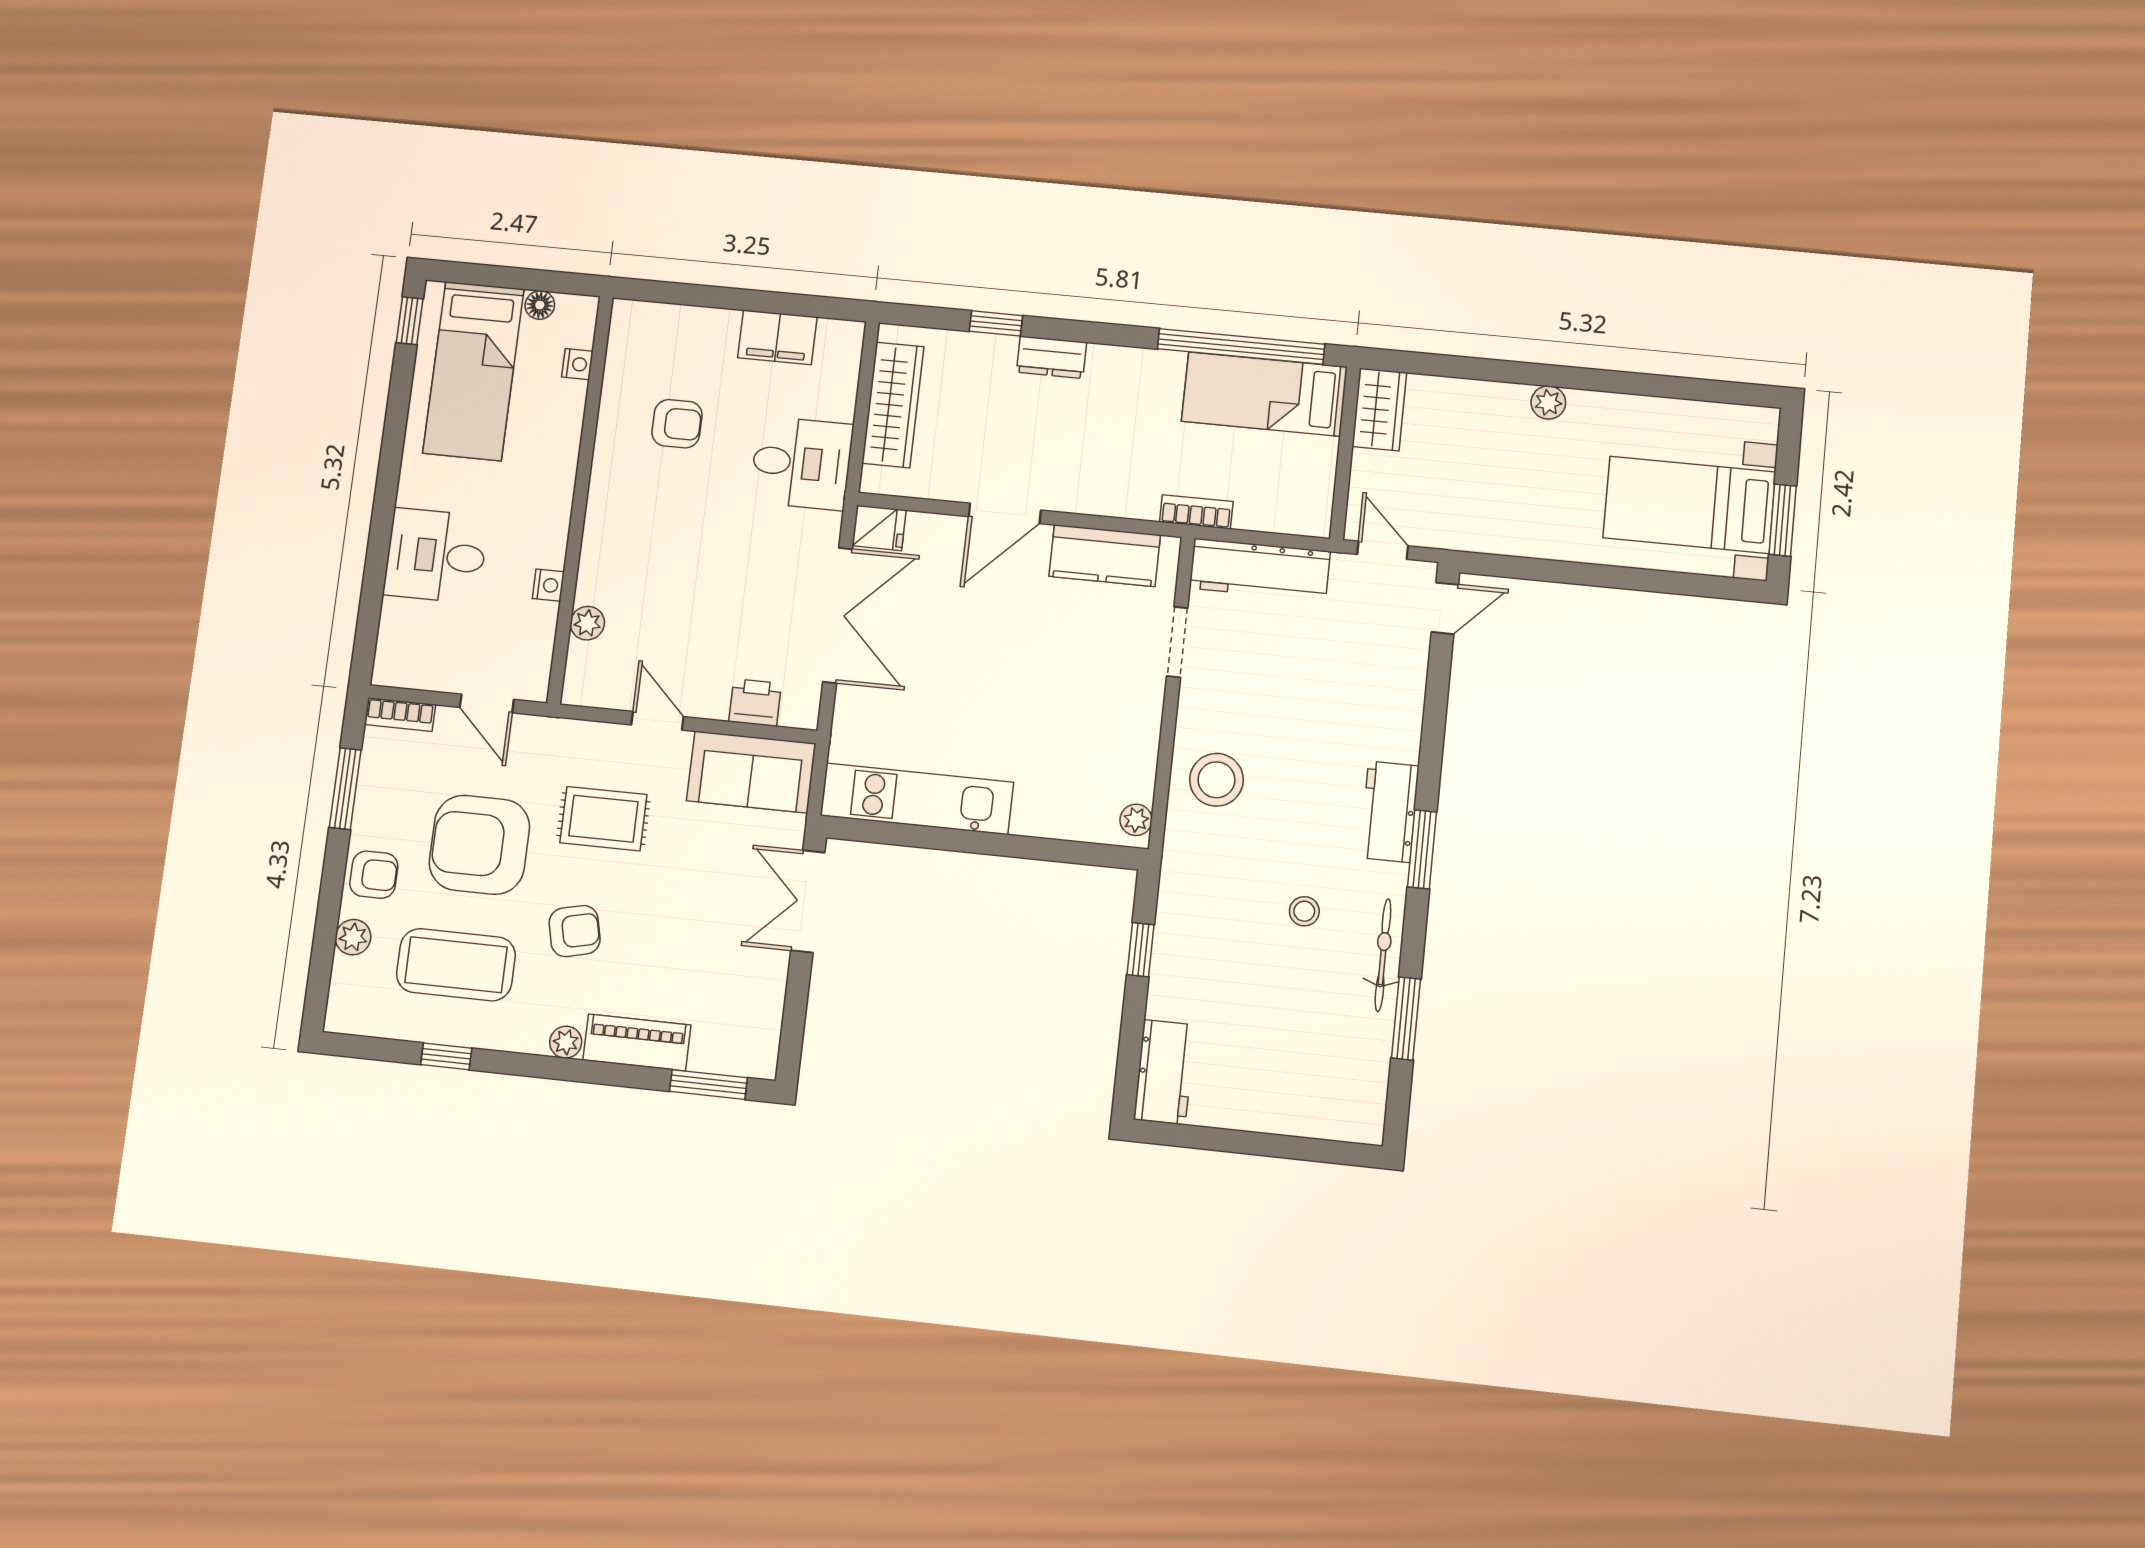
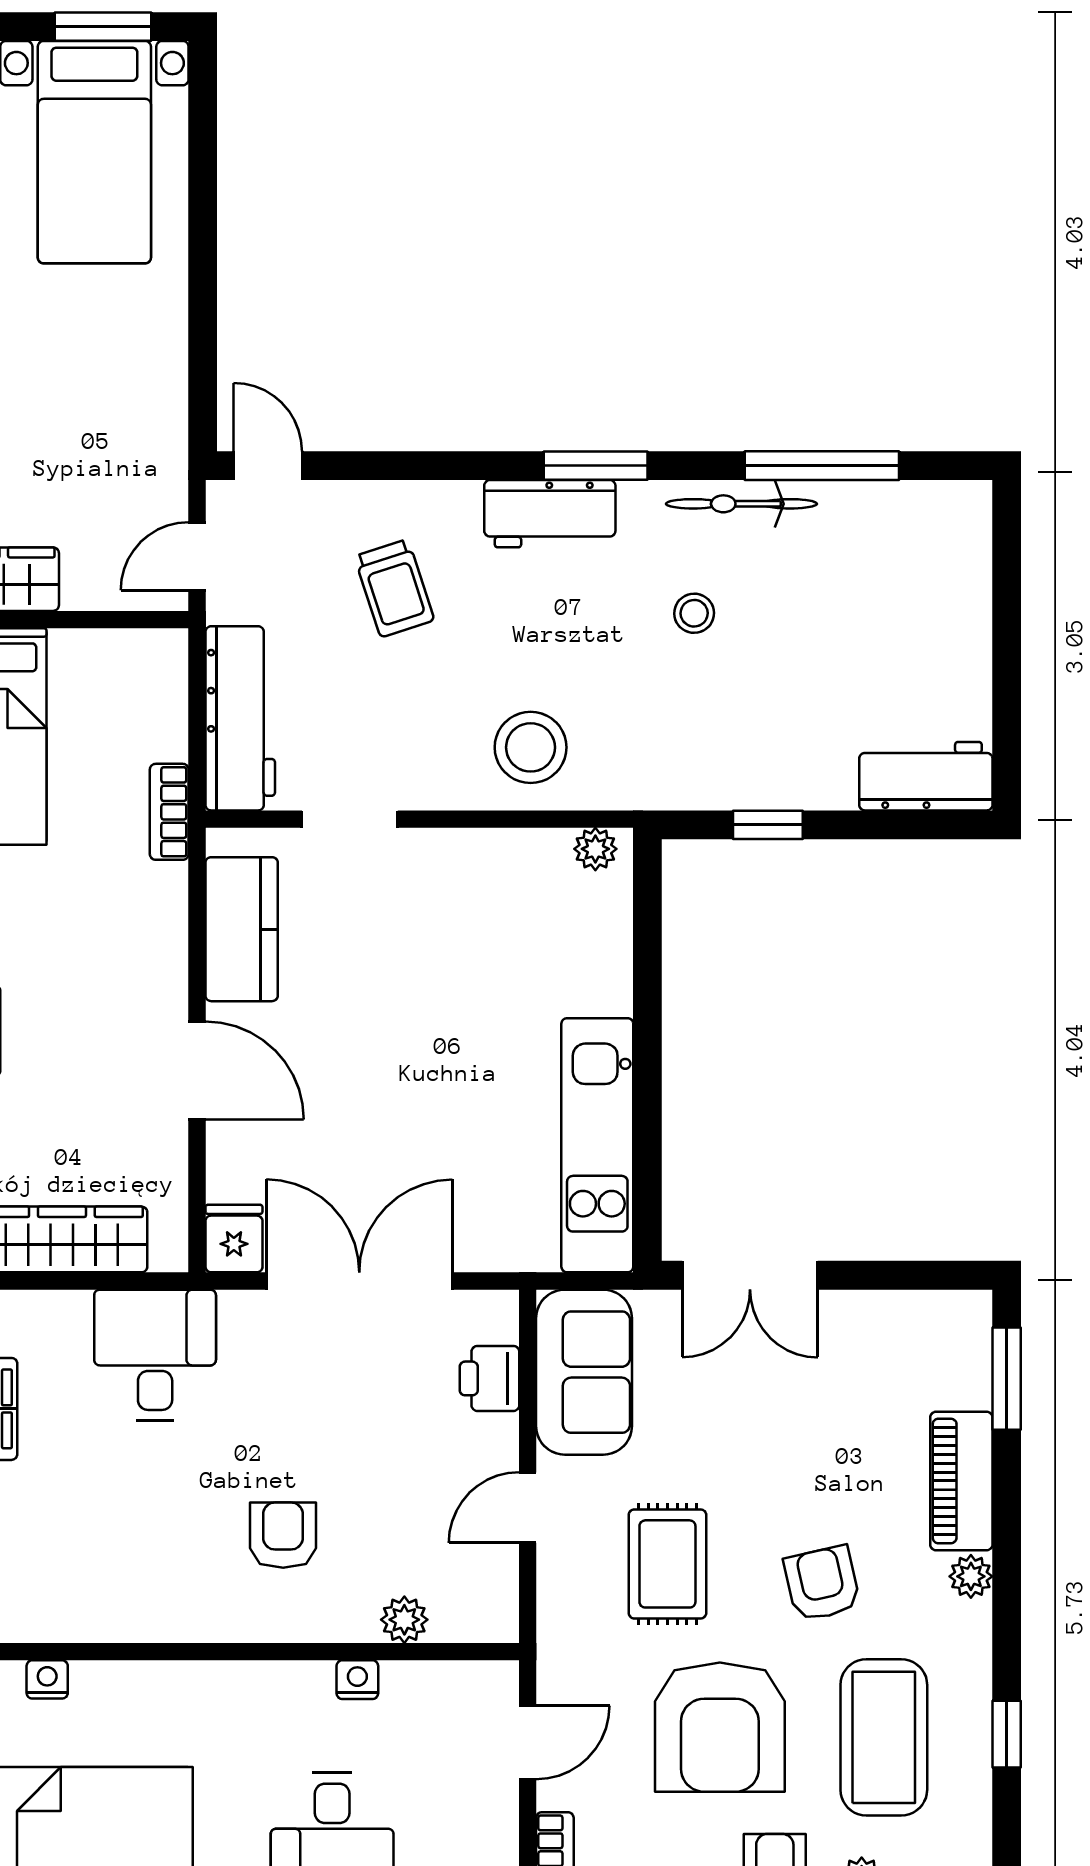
armchair: (677, 424) -> (283, 1535), moved
trolley: (1345, 692) -> (394, 588), added
window: (1406, 1019) -> (822, 466), width x1.44

